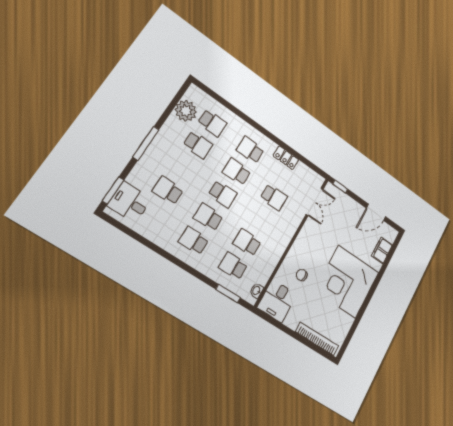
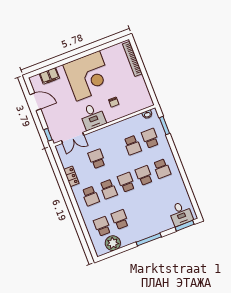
school desk: (168, 190) -> (156, 206), removed
double door: (315, 202) -> (73, 138), swing flipped
school desk: (208, 217) -> (144, 175), turned 180
school desk: (233, 266) -> (150, 138), turned 180
desk: (277, 301) -> (93, 116), moved, turned 90

